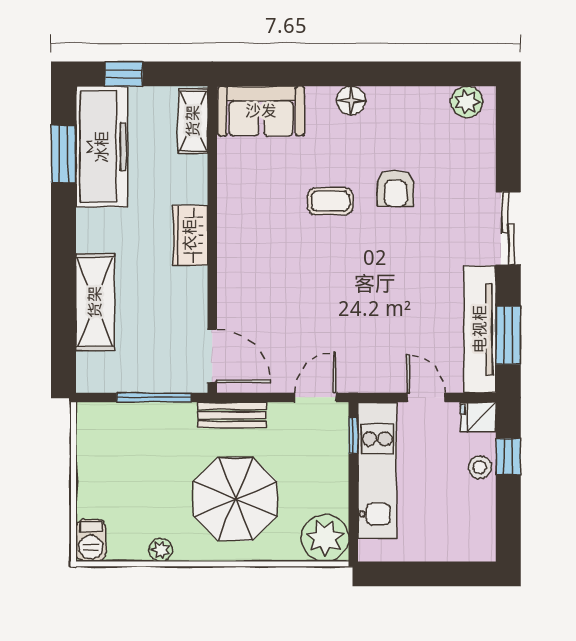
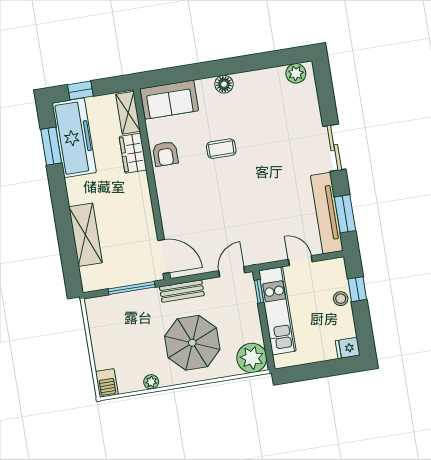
armchair: (395, 188) -> (165, 154), moved
wardrobe: (190, 235) -> (133, 153), moved
fridge: (478, 417) -> (348, 348), moved

